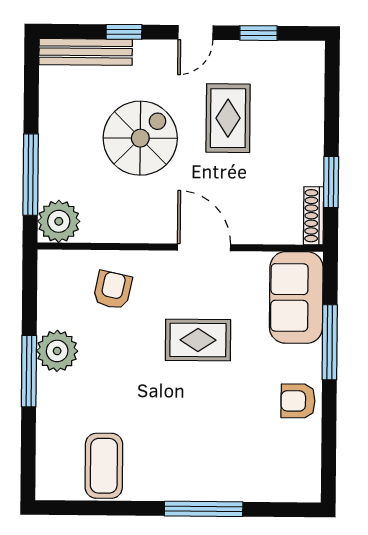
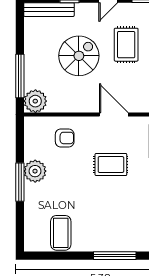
armchair: (113, 290) -> (65, 138), turned 78

